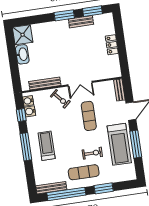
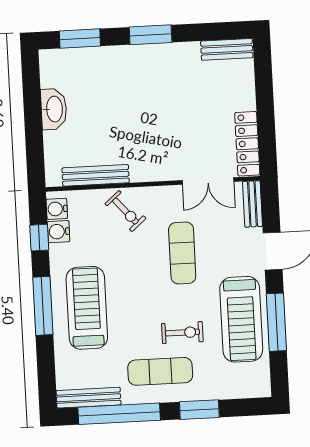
window: (92, 11) -> (80, 38), moved
bench: (81, 22) -> (227, 49), moved
shower: (23, 35) -> (58, 68), removed
locker: (112, 45) -> (247, 144), moved, width x1.53
double door: (80, 84) -> (208, 181), moved
treadmill: (47, 146) -> (87, 308), width x1.37, depth x1.38

